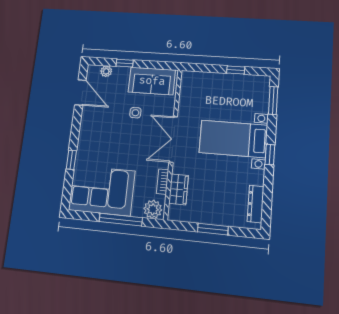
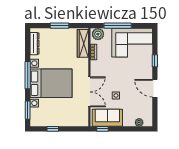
window: (125, 63) -> (103, 129), moved
door: (80, 92) -> (155, 88), moved
double door: (173, 139) -> (89, 92), moved
bed with nightstands: (233, 139) -> (51, 83), width x1.36
window: (270, 155) -> (28, 75), width x2.17
wardrobe: (179, 189) -> (83, 43), width x1.50

